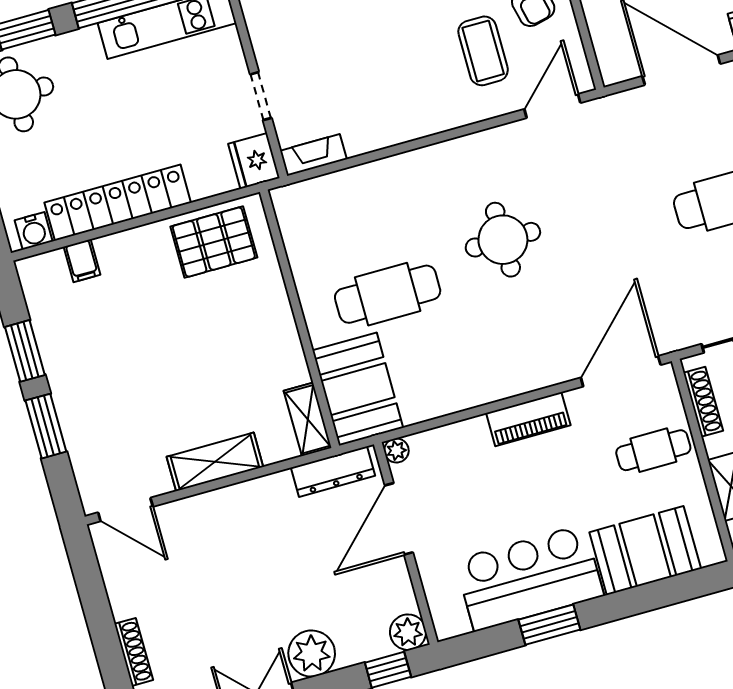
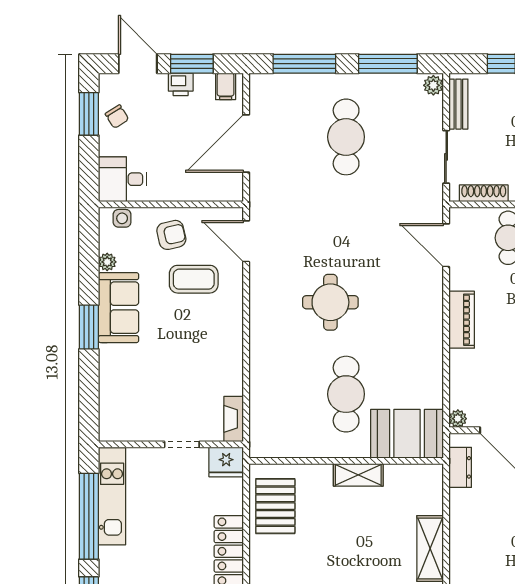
door: (621, 371) -> (446, 245), width x0.73
shelving: (308, 419) -> (358, 475), moved
dresser: (333, 472) -> (460, 467), width x0.70

